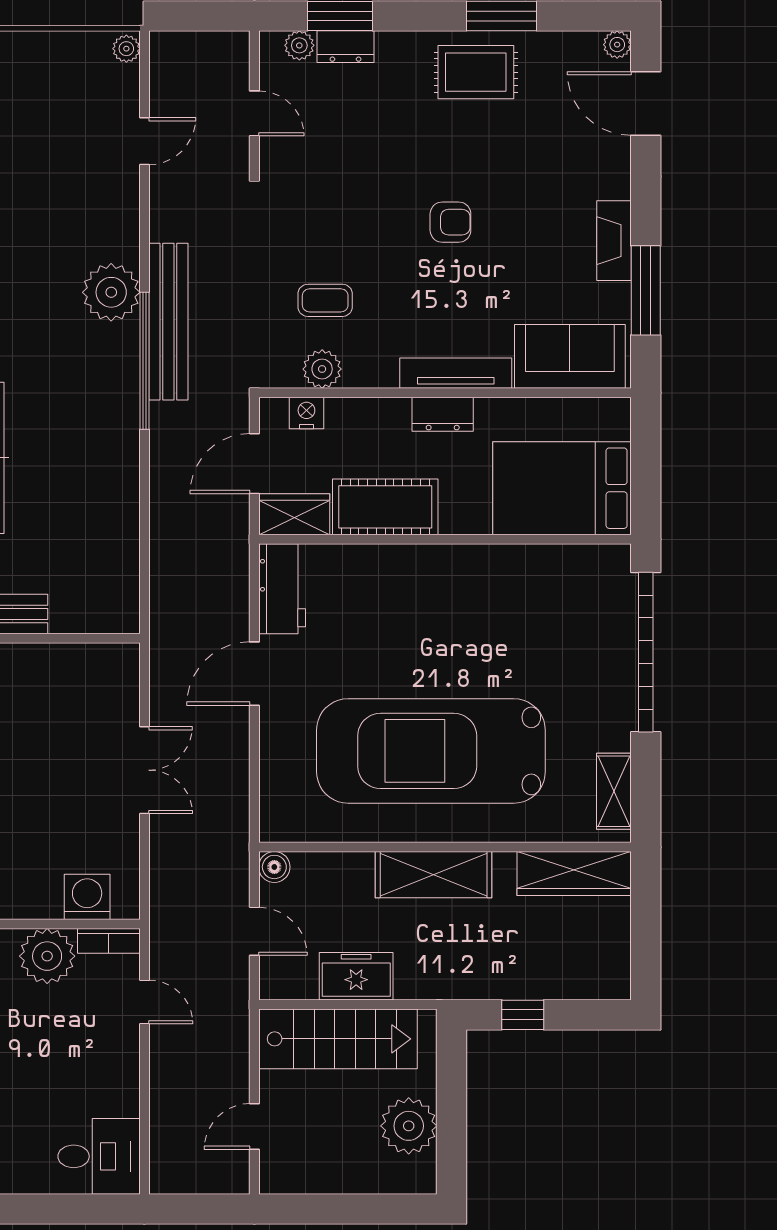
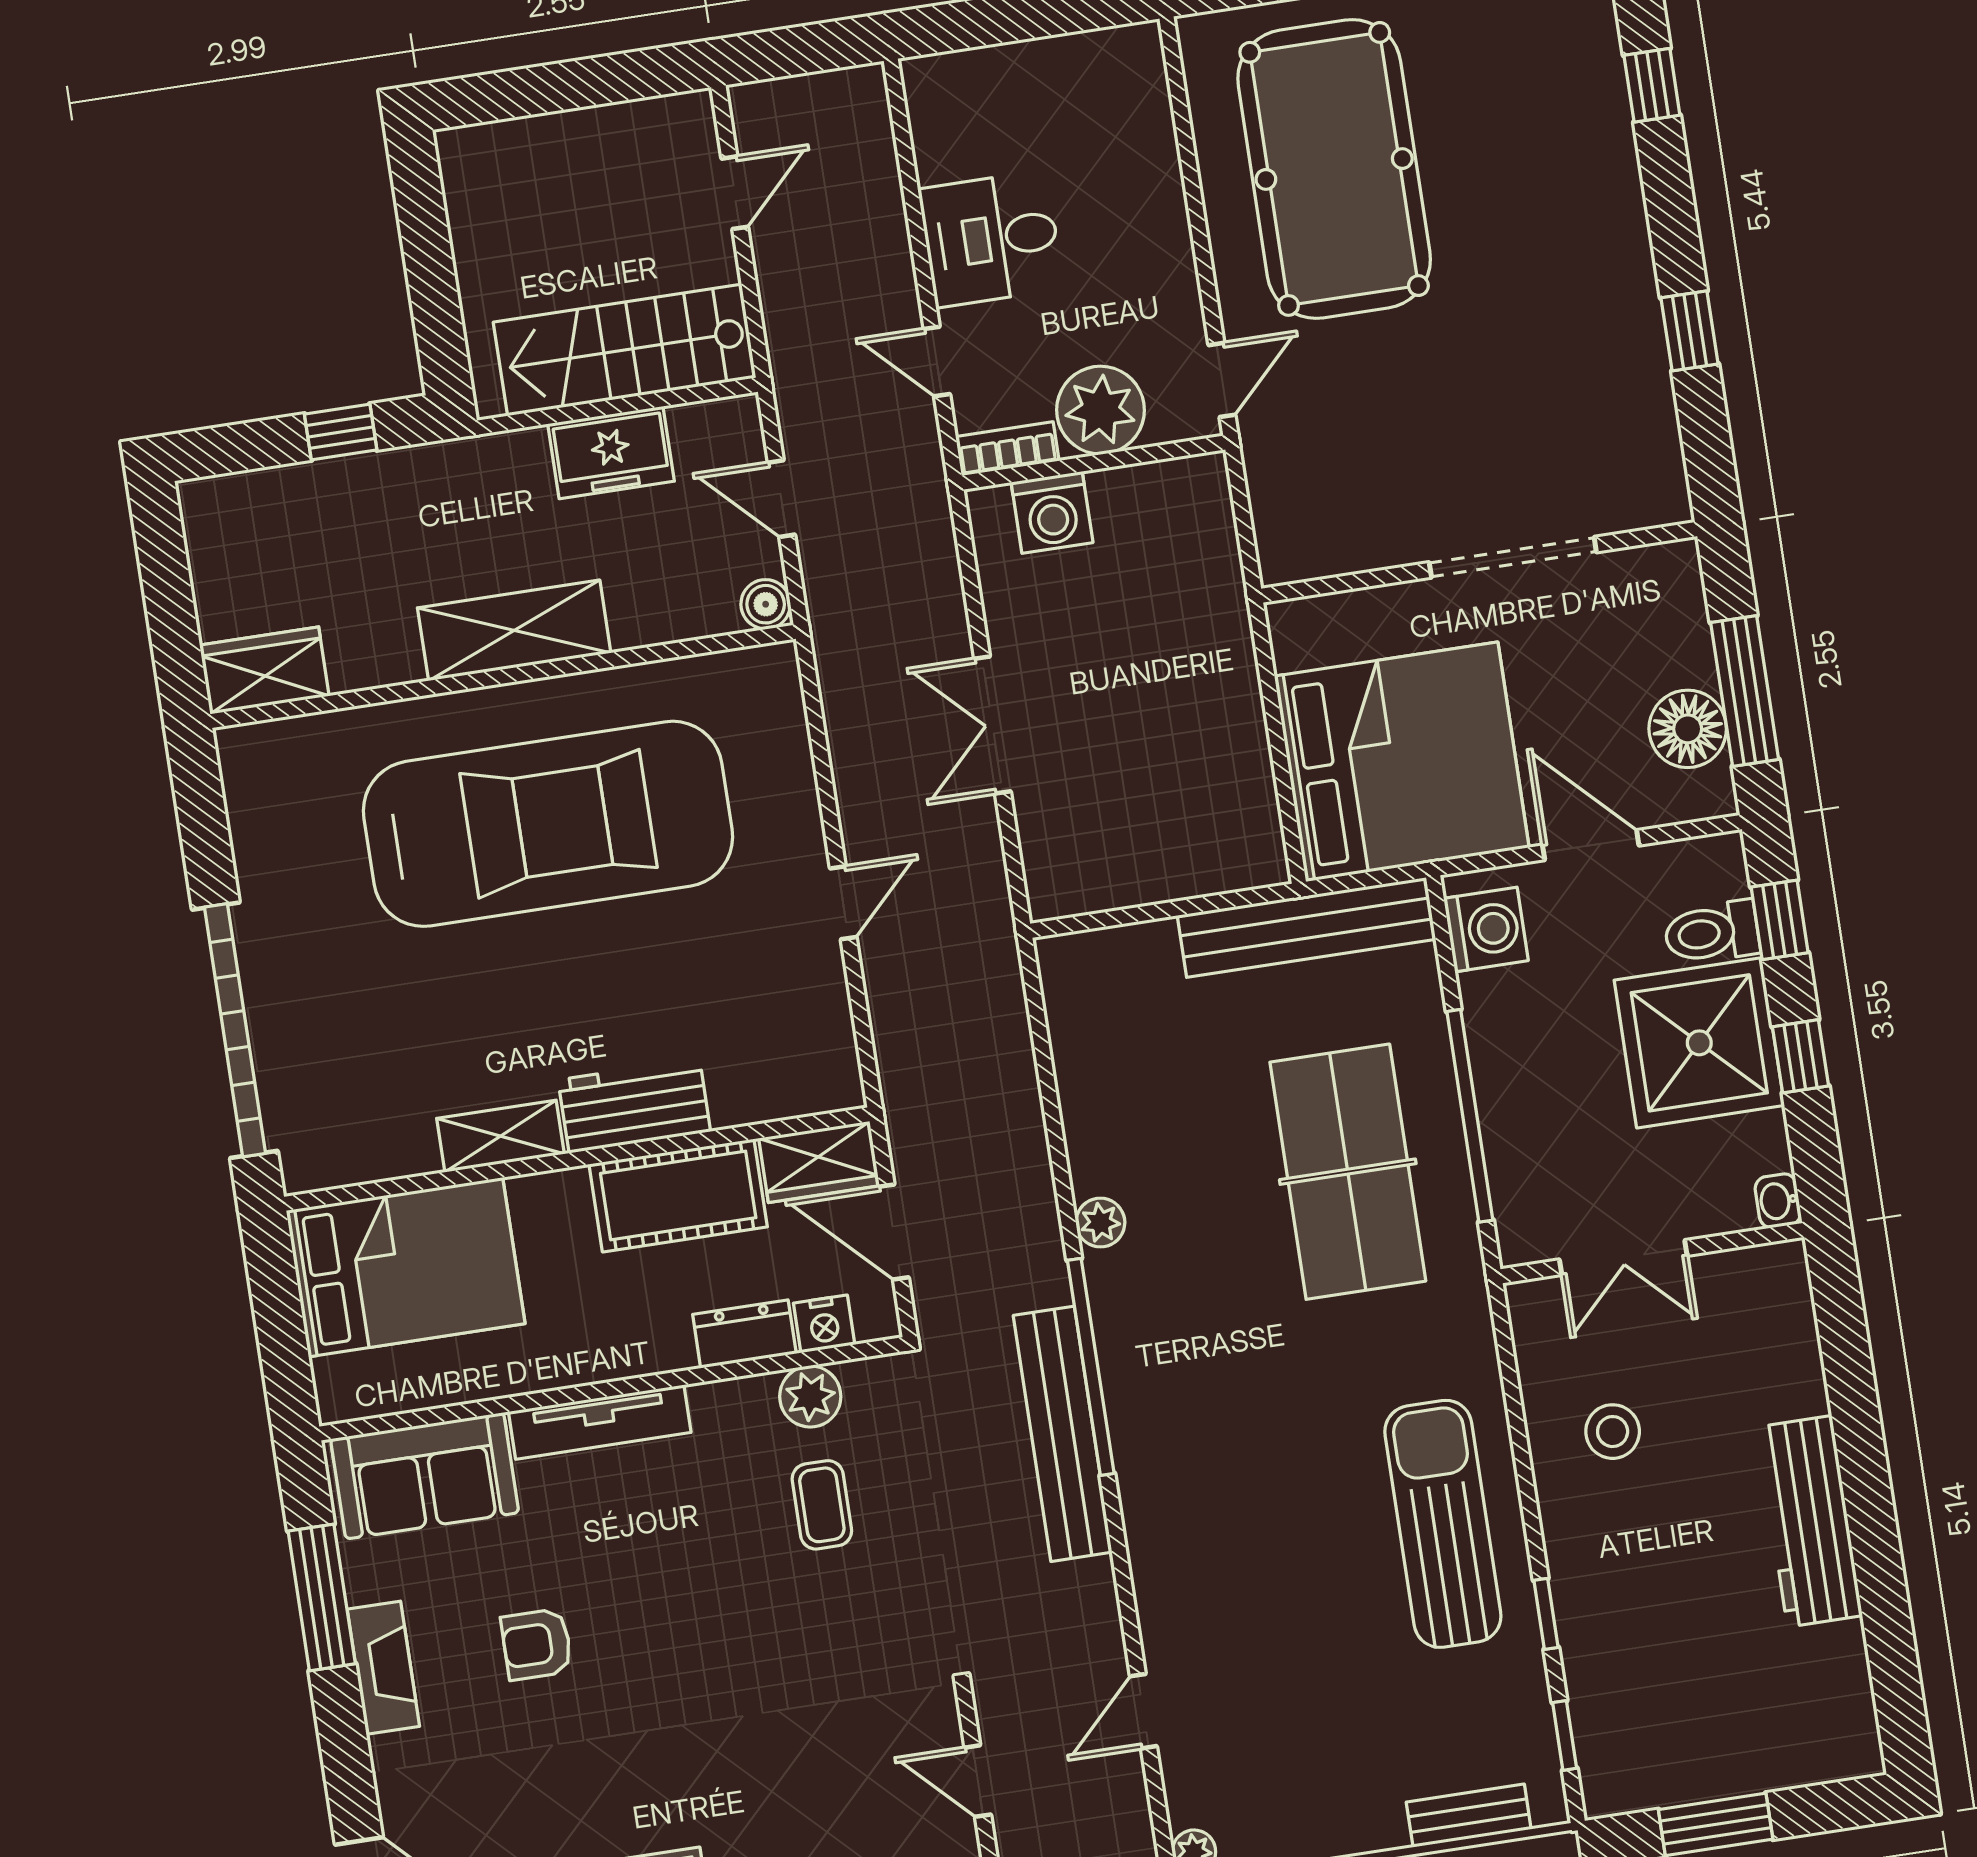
armchair: (450, 222) -> (537, 1644), moved
plant: (111, 292) -> (1100, 1223), moved, width x0.53, depth x0.53
coffee table: (325, 300) -> (822, 1505), turned 90
dresser: (443, 414) -> (744, 1334), moved
door: (254, 464) -> (894, 1232), swing flipped
workbench: (282, 589) -> (634, 1106), moved, turned 90
door: (254, 674) -> (843, 903), width x0.73
shelving: (614, 791) -> (500, 1136), moved, turned 90
wardrobe: (574, 873) -> (264, 671), width x0.67
plant: (409, 1126) -> (493, 231), removed
desk: (99, 1156) -> (991, 239), moved

